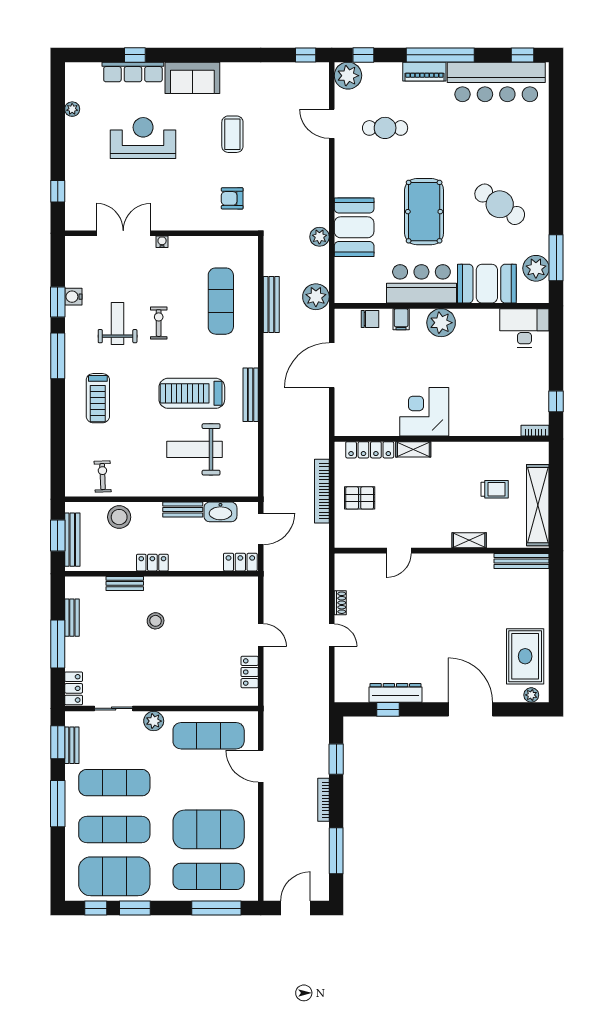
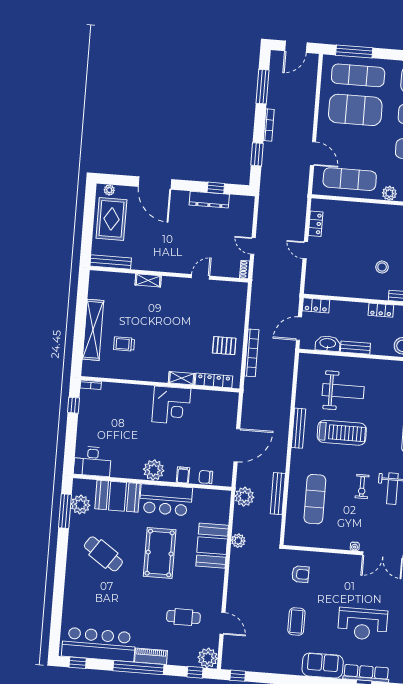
shelving: (469, 540) -> (148, 280), moved
door: (399, 551) -> (200, 277), moved
wall: (442, 551) -> (169, 274), moved
bench: (522, 561) -> (111, 262), moved

